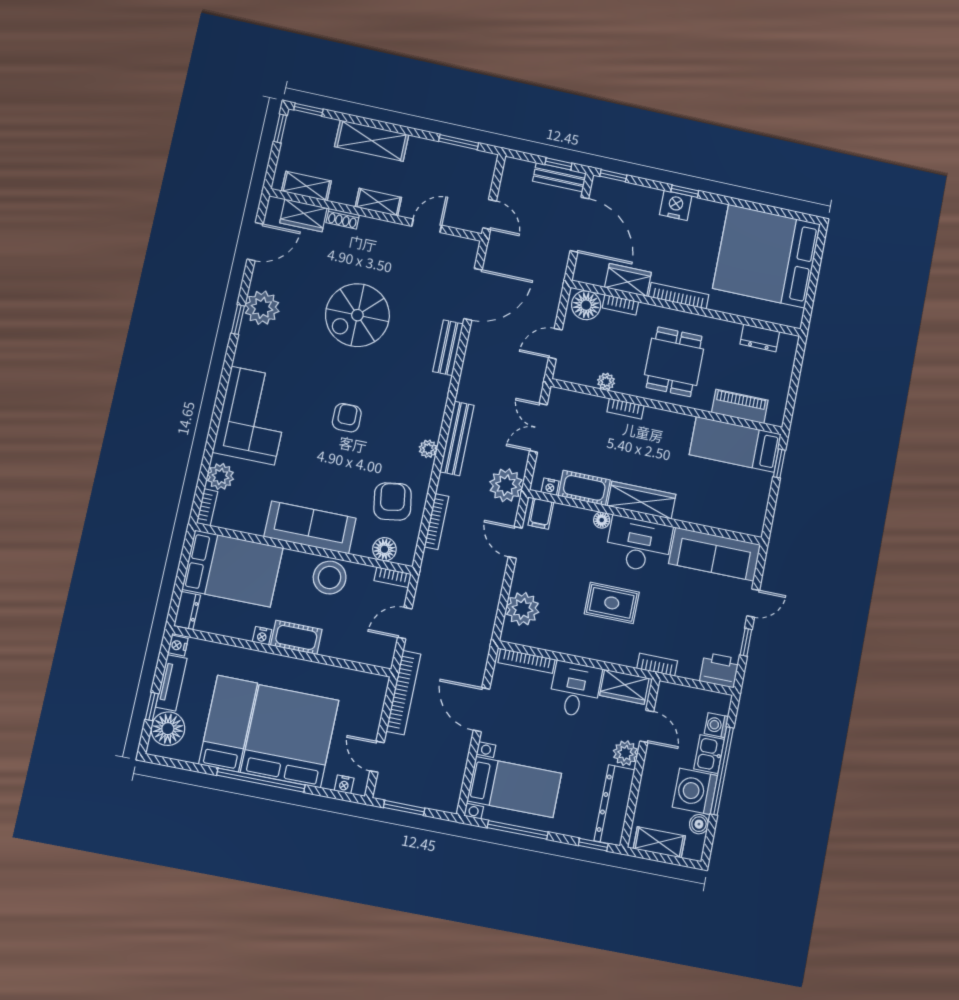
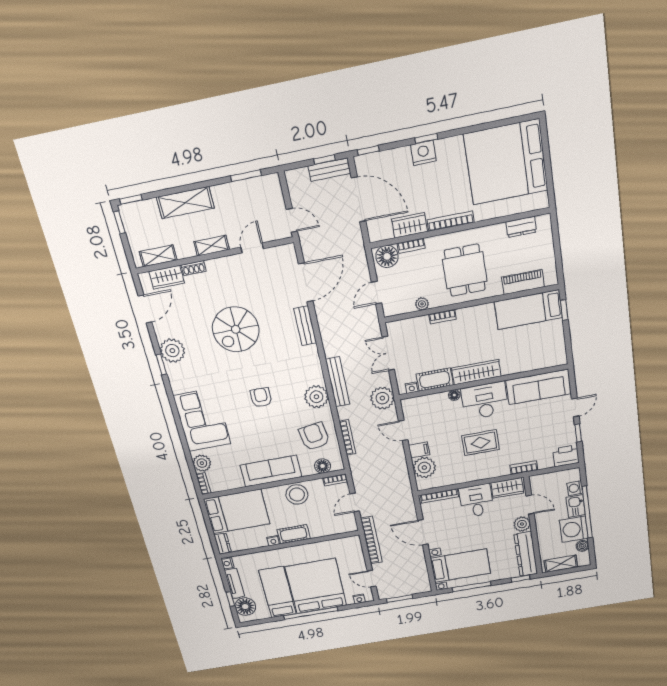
plant: (428, 449) -> (316, 397), width x1.88, depth x1.88
filing cabinet: (541, 514) -> (419, 450), moved, turned -90

